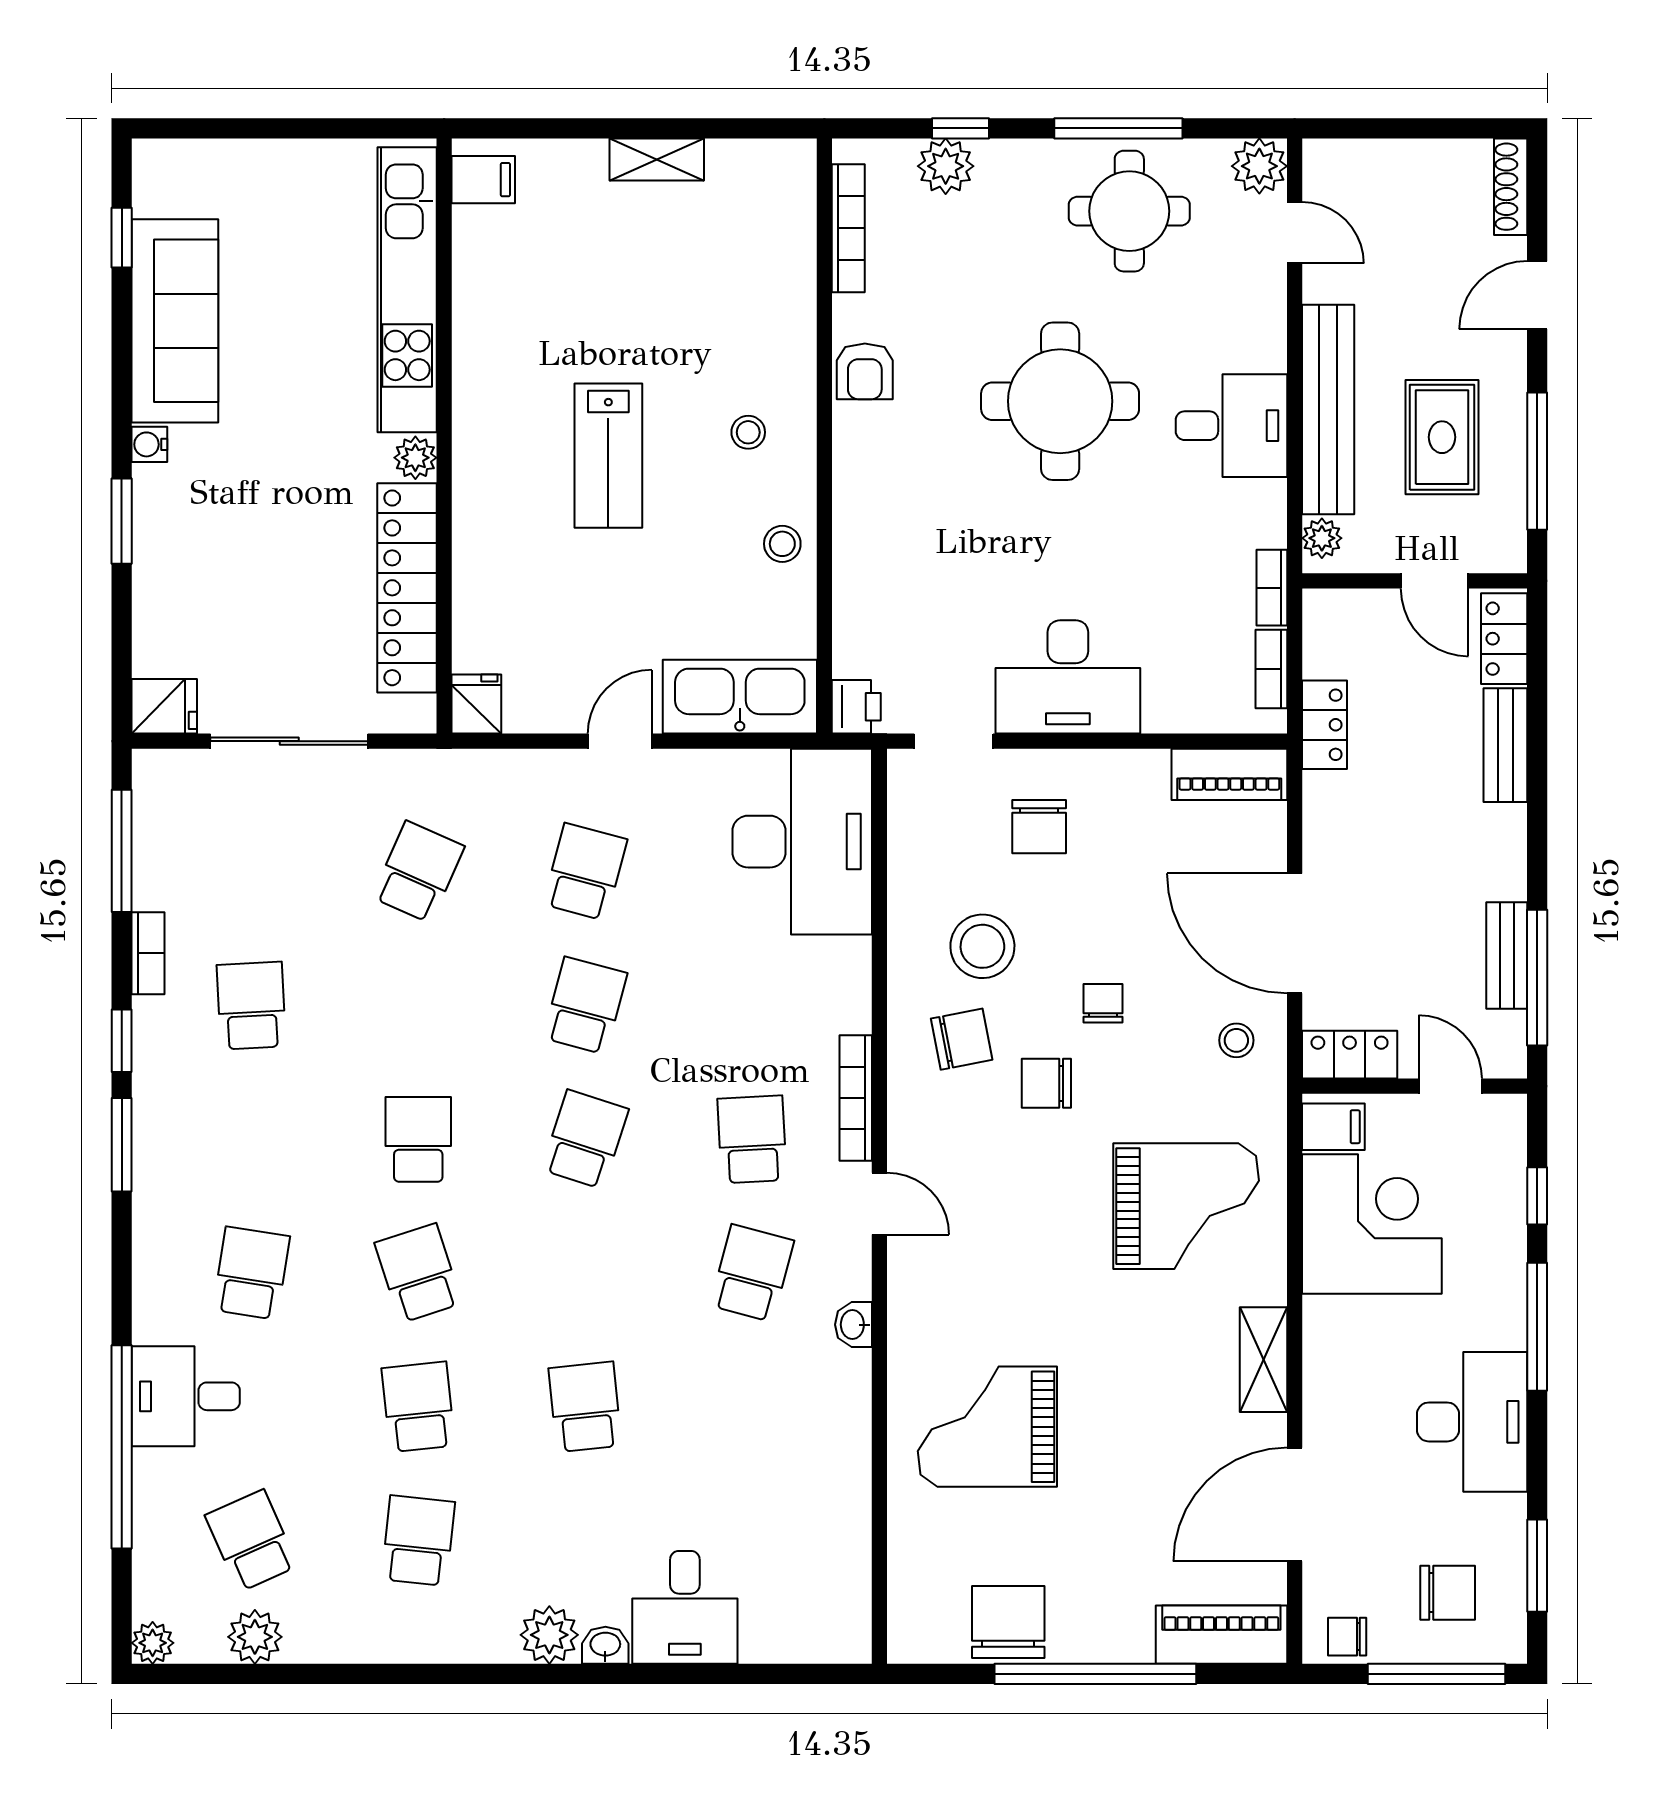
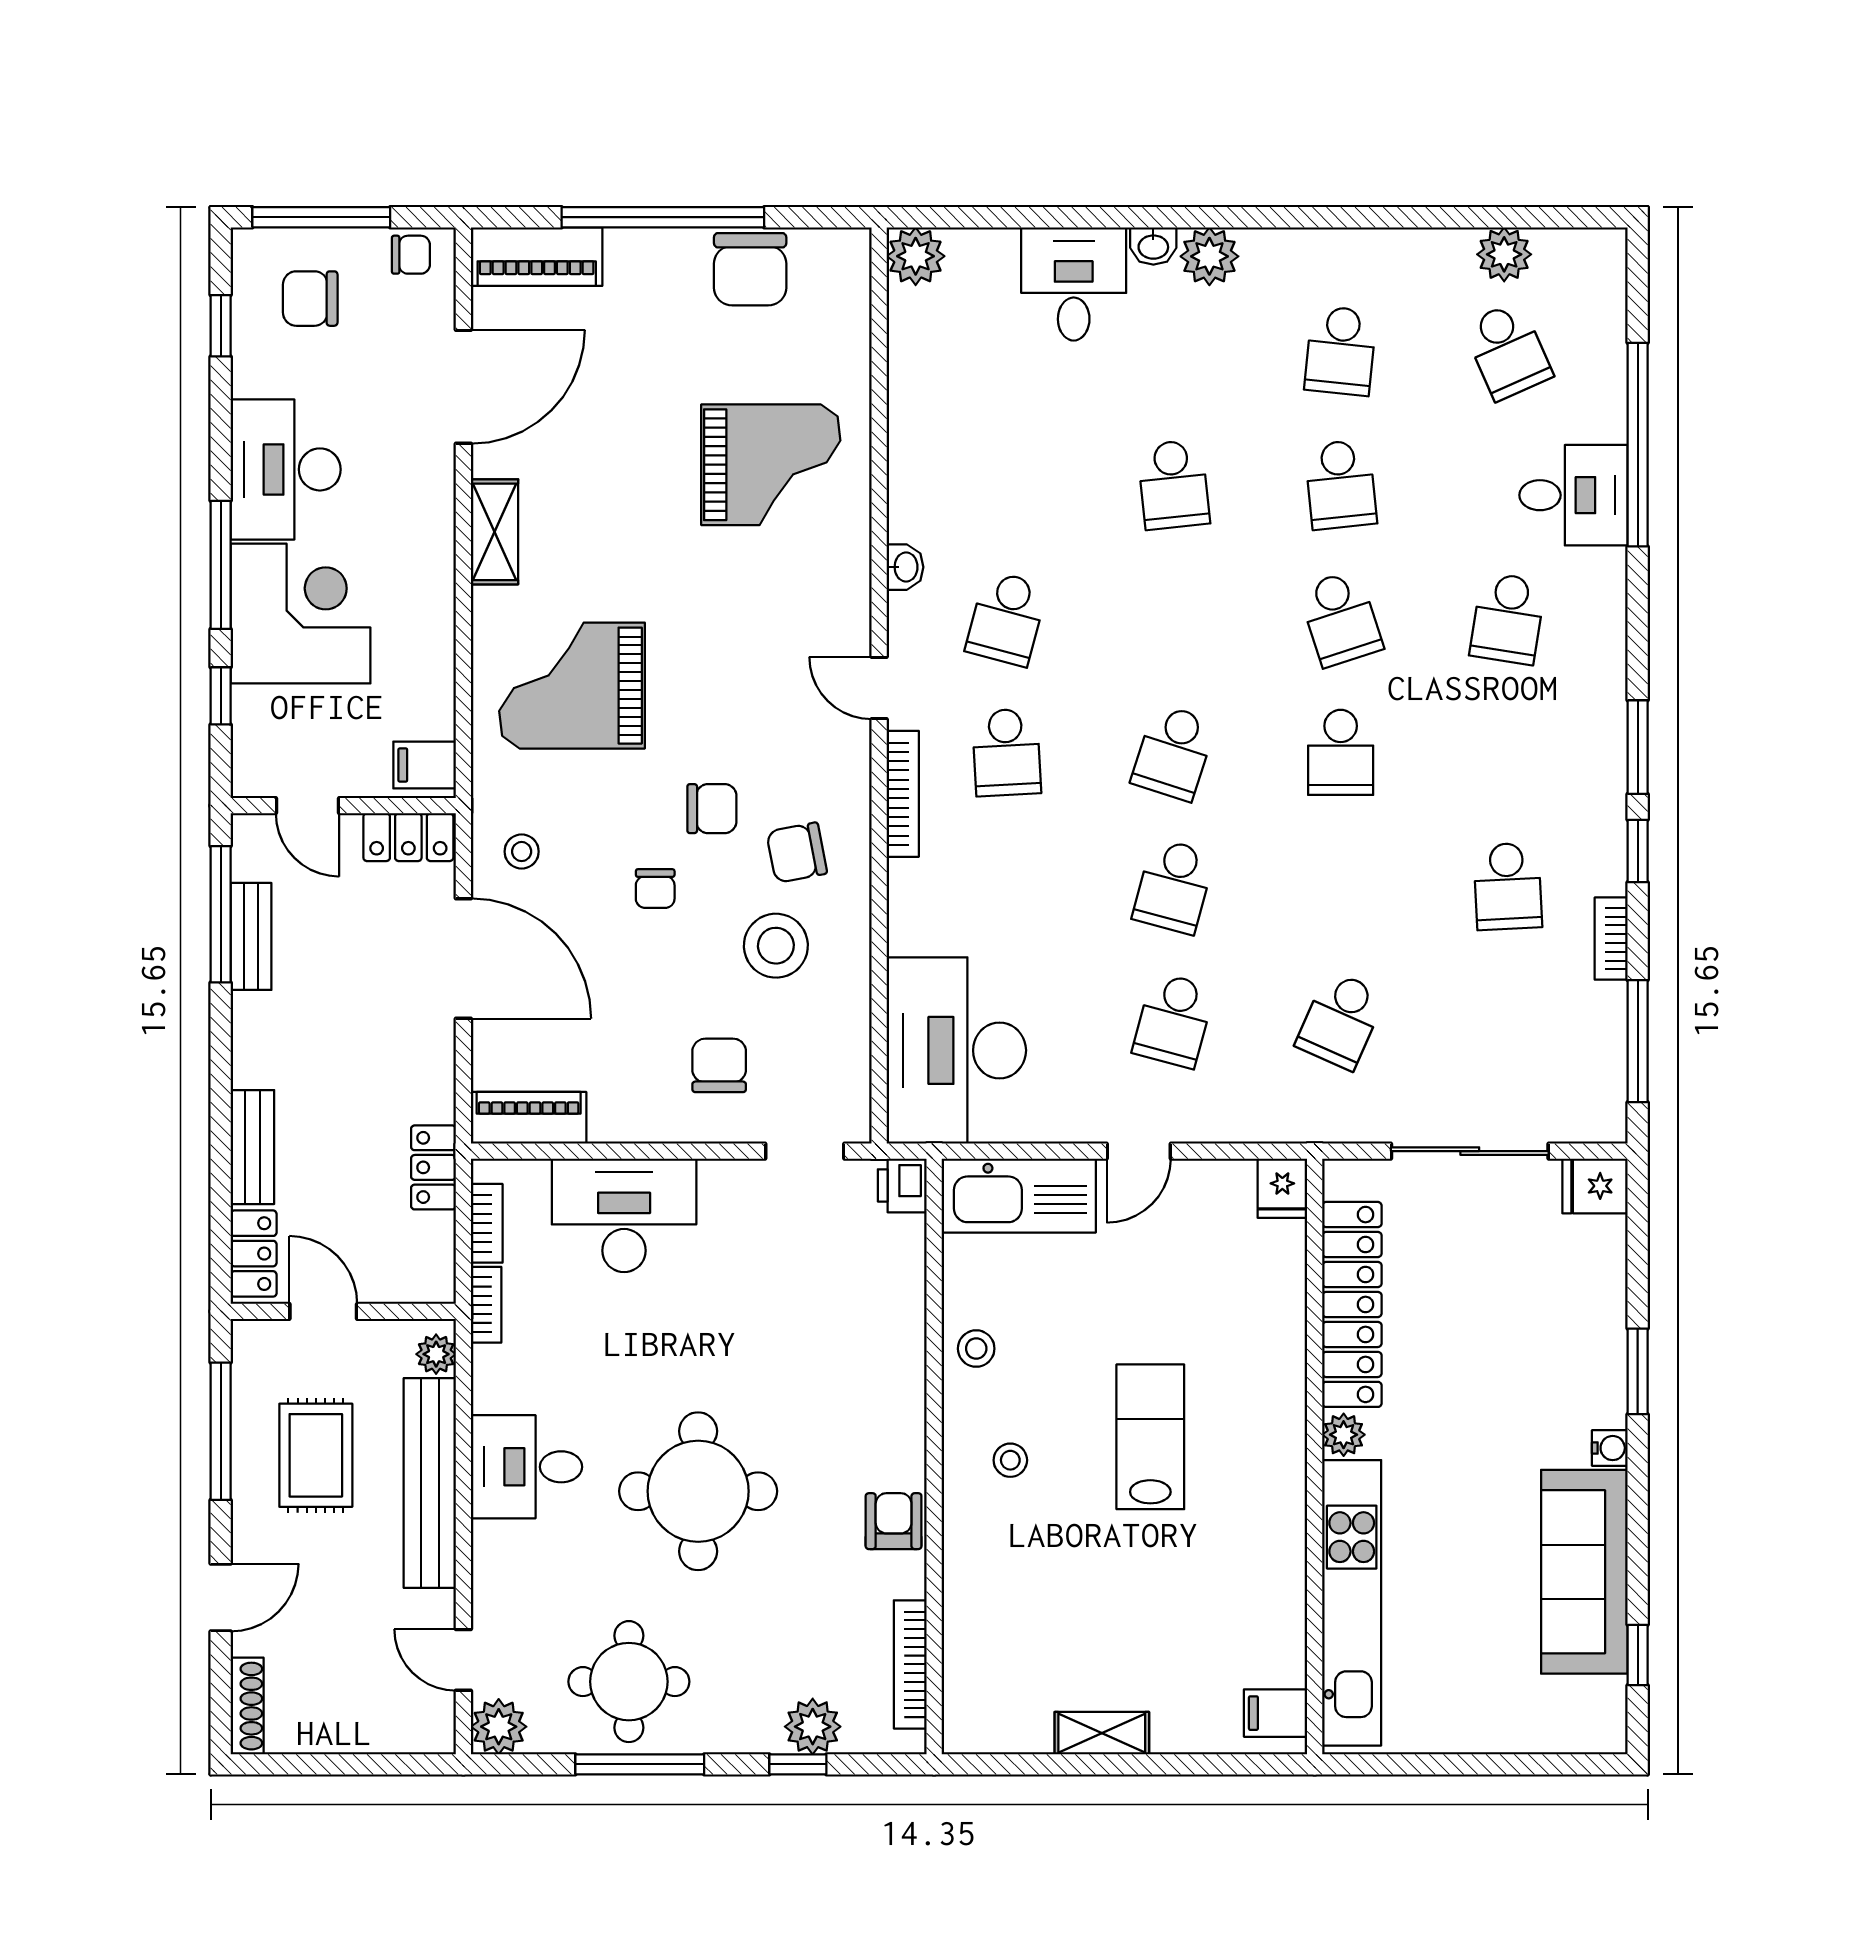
desk: (1068, 677) -> (624, 1215), moved
corner desk: (1372, 1224) -> (301, 613), moved, turned 180
window: (1537, 1566) -> (221, 326), width x0.67
plant: (153, 1643) -> (916, 256), moved, width x1.38, depth x1.38

